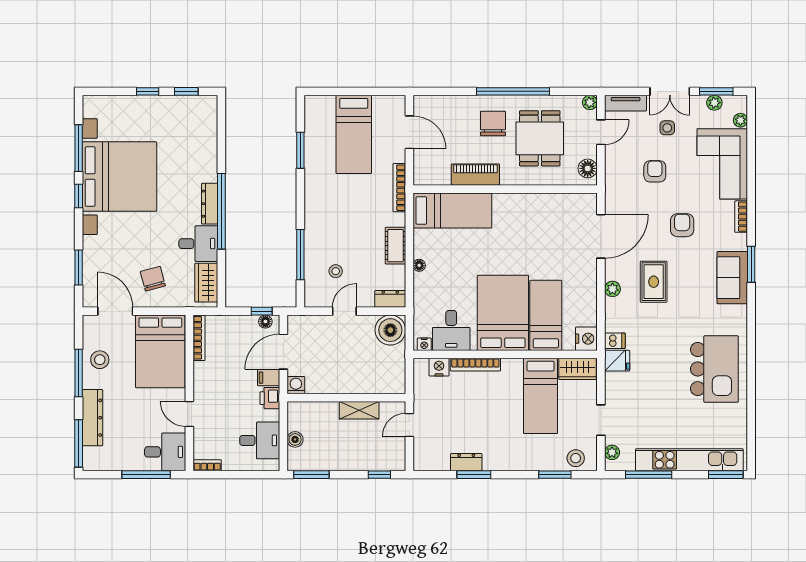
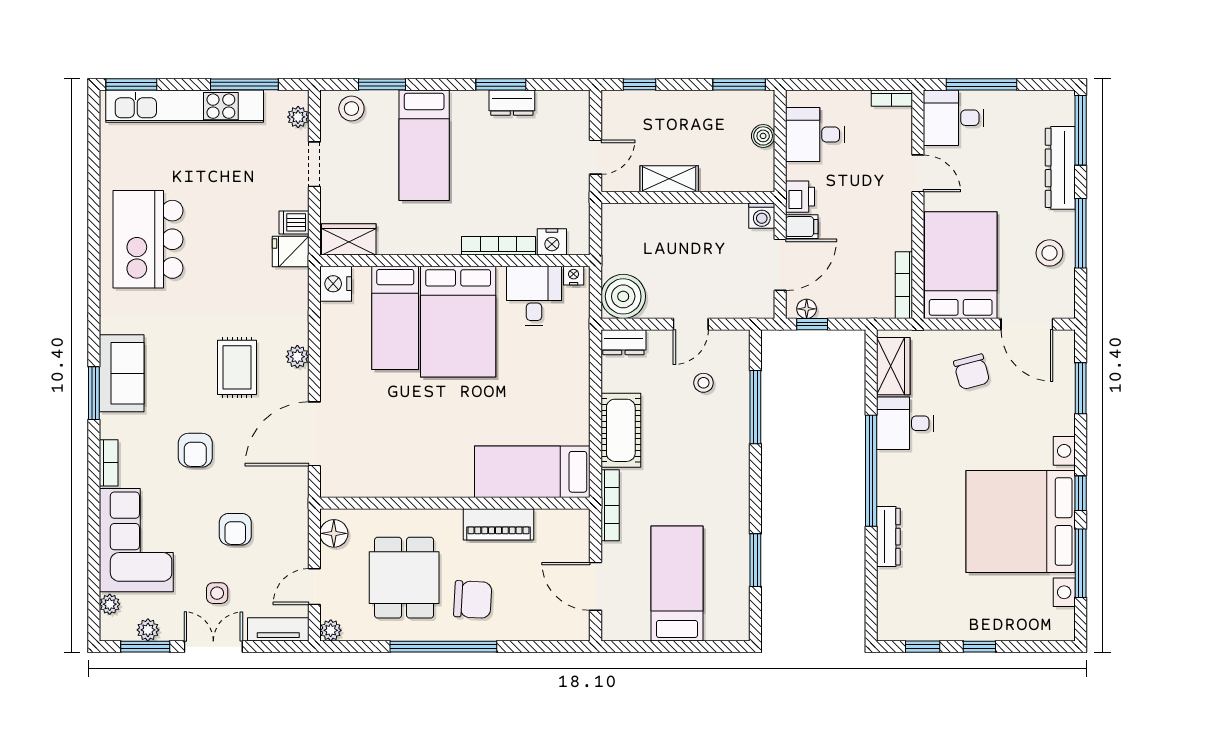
chair: (493, 123) -> (473, 599), turned -87
dresser: (210, 204) -> (888, 537), moved
cot: (395, 246) -> (621, 430), width x1.37, depth x1.34
floor lamp: (419, 265) -> (581, 391), removed
dishwasher: (615, 341) -> (294, 222), moved
bed: (540, 396) -> (424, 145), moved, turned 180

